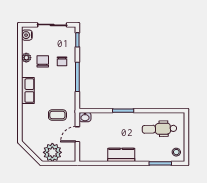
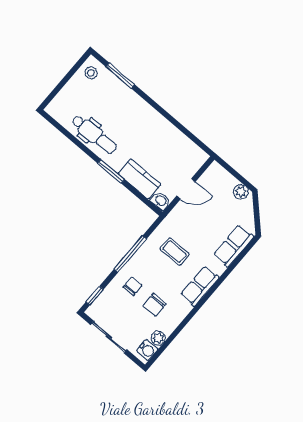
plant: (26, 58) -> (158, 338), moved
coffee table: (57, 115) -> (175, 252), moved
row of seats: (28, 126) -> (234, 246), added
dental chair: (159, 129) -> (94, 134), moved
plant: (52, 152) -> (241, 192), width x0.53, depth x0.53
kitchen counter: (121, 155) -> (140, 179), moved, turned 180

